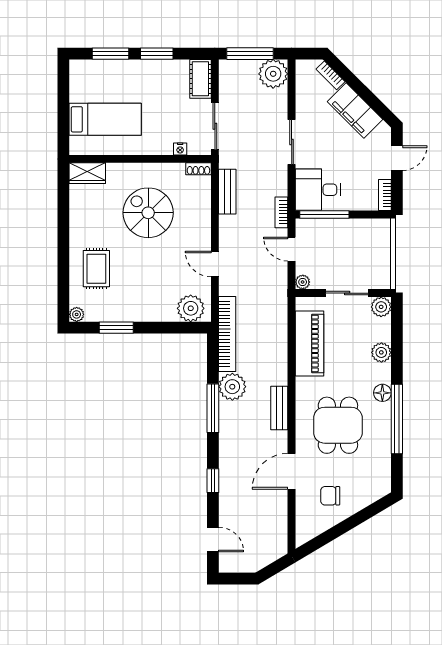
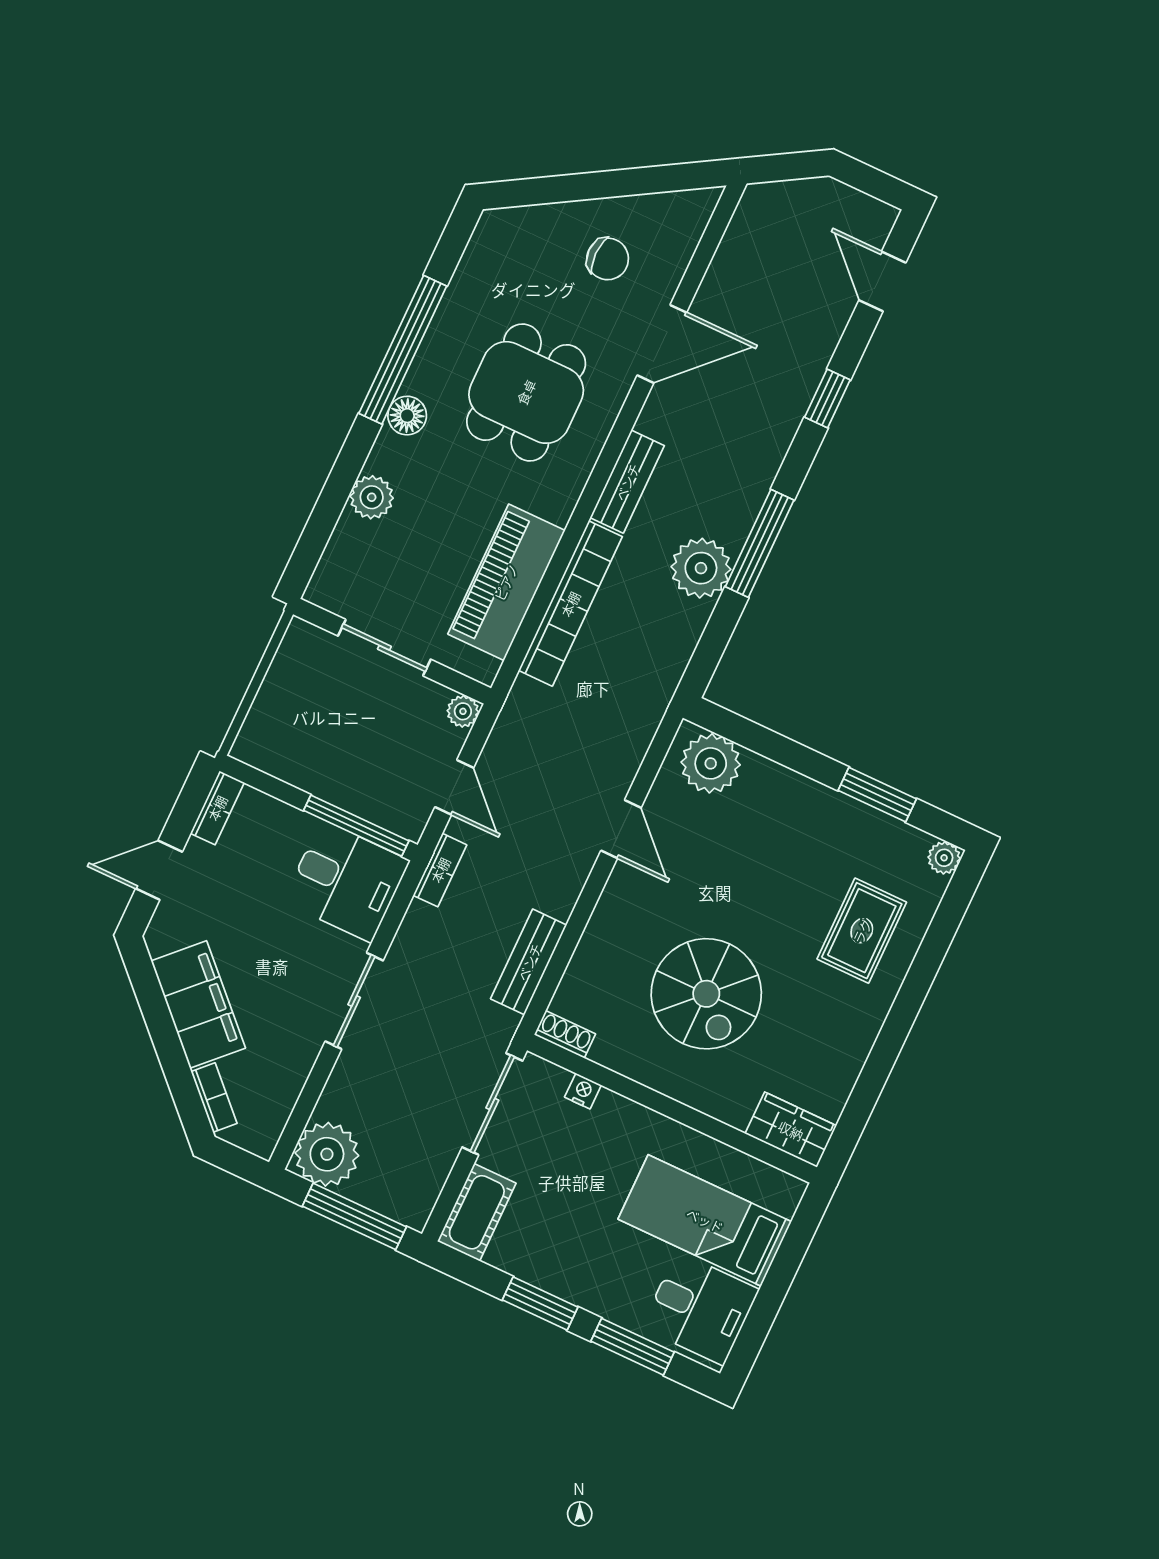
desk: (90, 82) -> (700, 1308), added
plant: (381, 307) -> (329, 588), removed
bookcase: (227, 334) -> (570, 604), moved, turned 180

